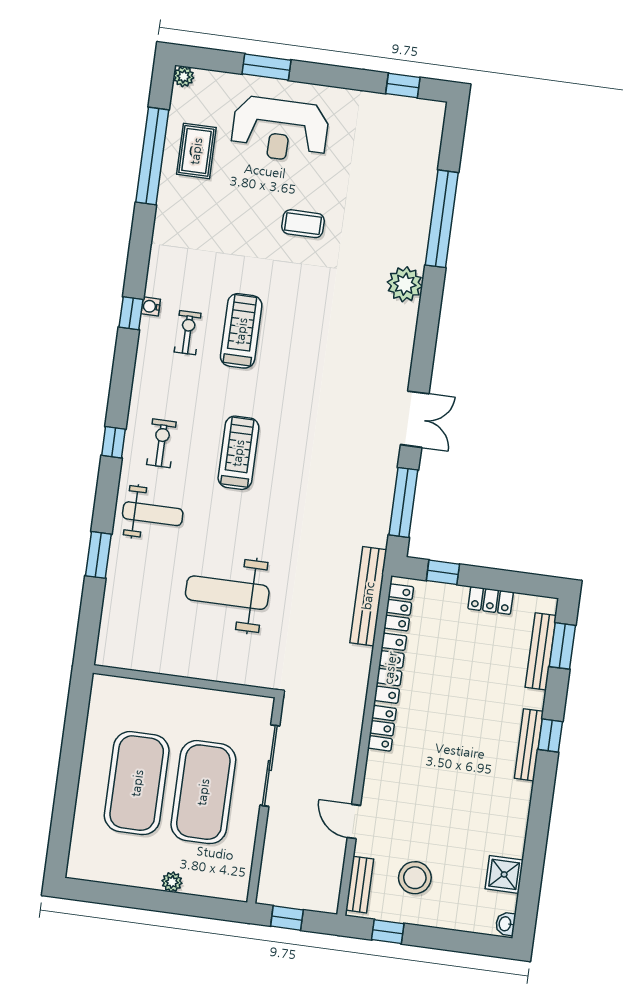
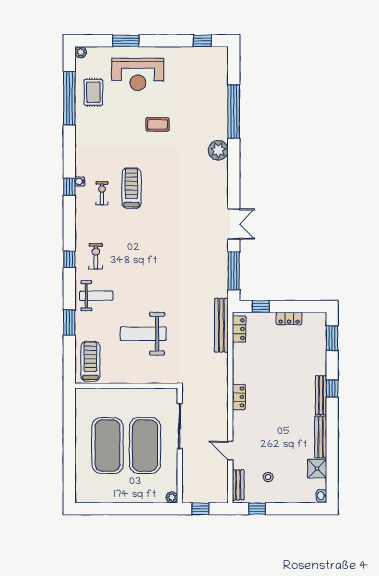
treadmill: (238, 453) -> (90, 361), moved
bench: (541, 651) -> (321, 437), moved
locker: (390, 668) -> (239, 363), removed
stool: (415, 878) -> (268, 477), width x0.53, depth x0.53
plant: (172, 882) -> (172, 497), moved

